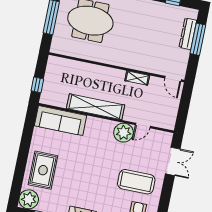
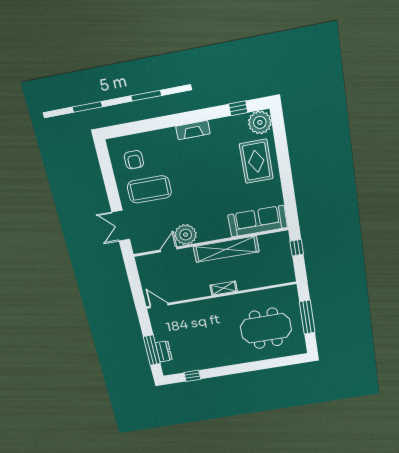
dresser: (188, 34) -> (164, 351), width x0.70
shelving: (137, 78) -> (224, 288), moved

